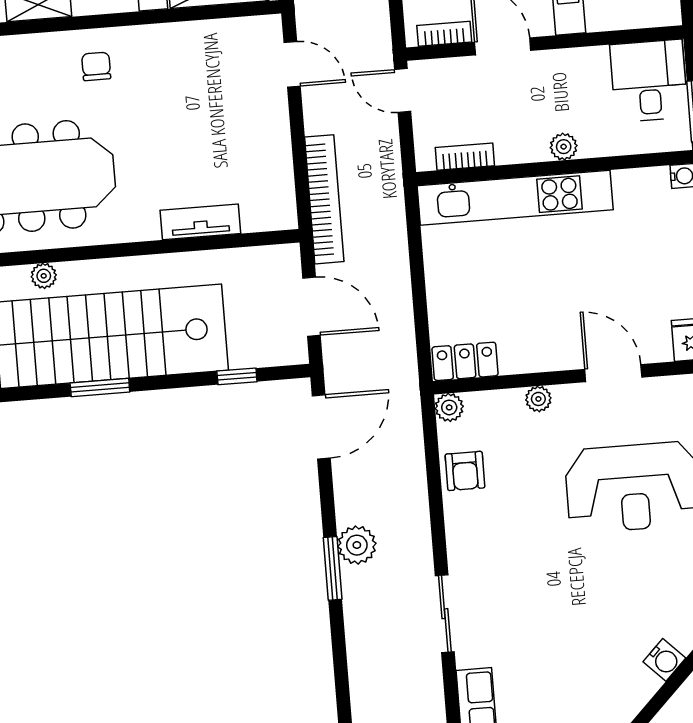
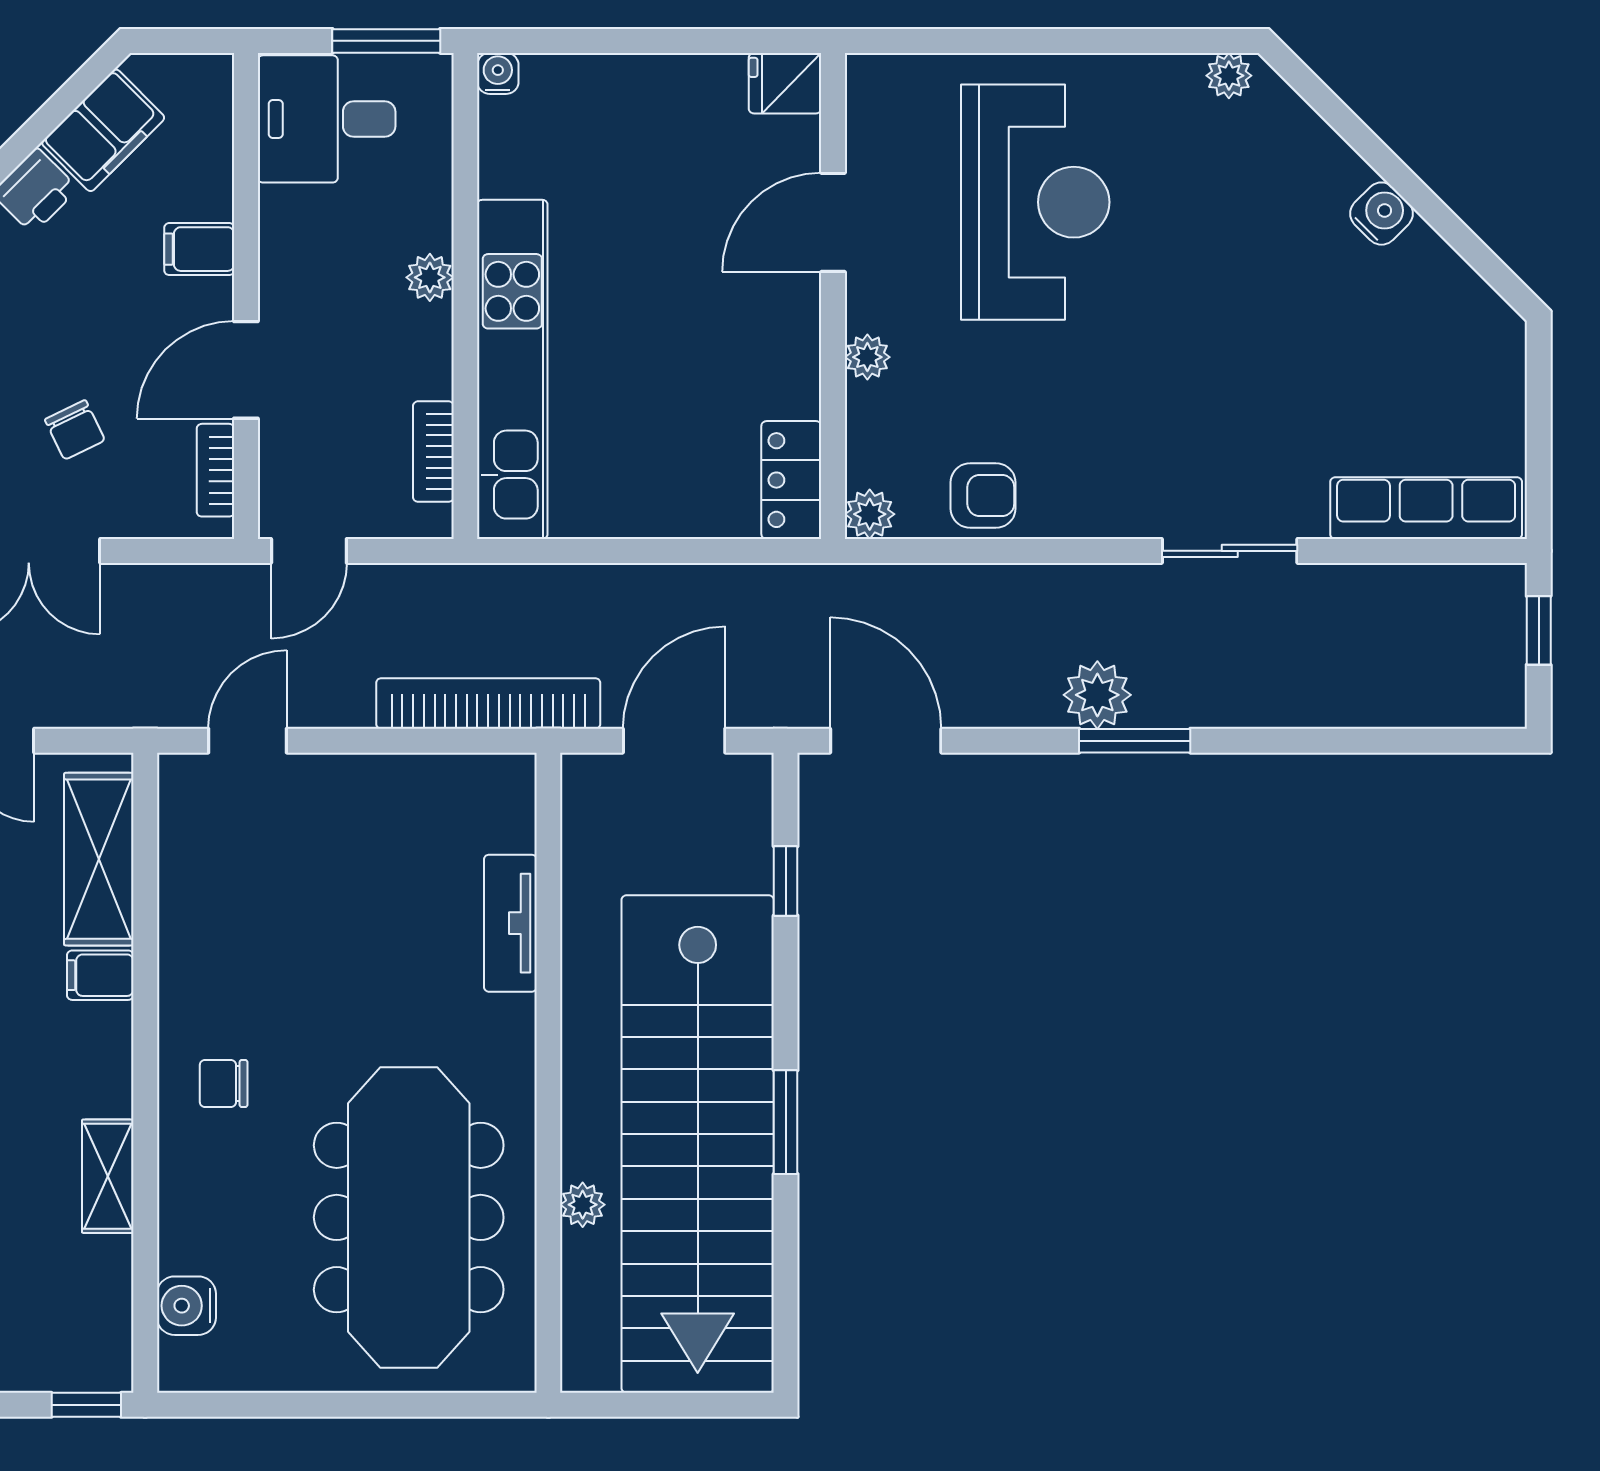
water cooler: (664, 660) -> (1382, 214), moved

